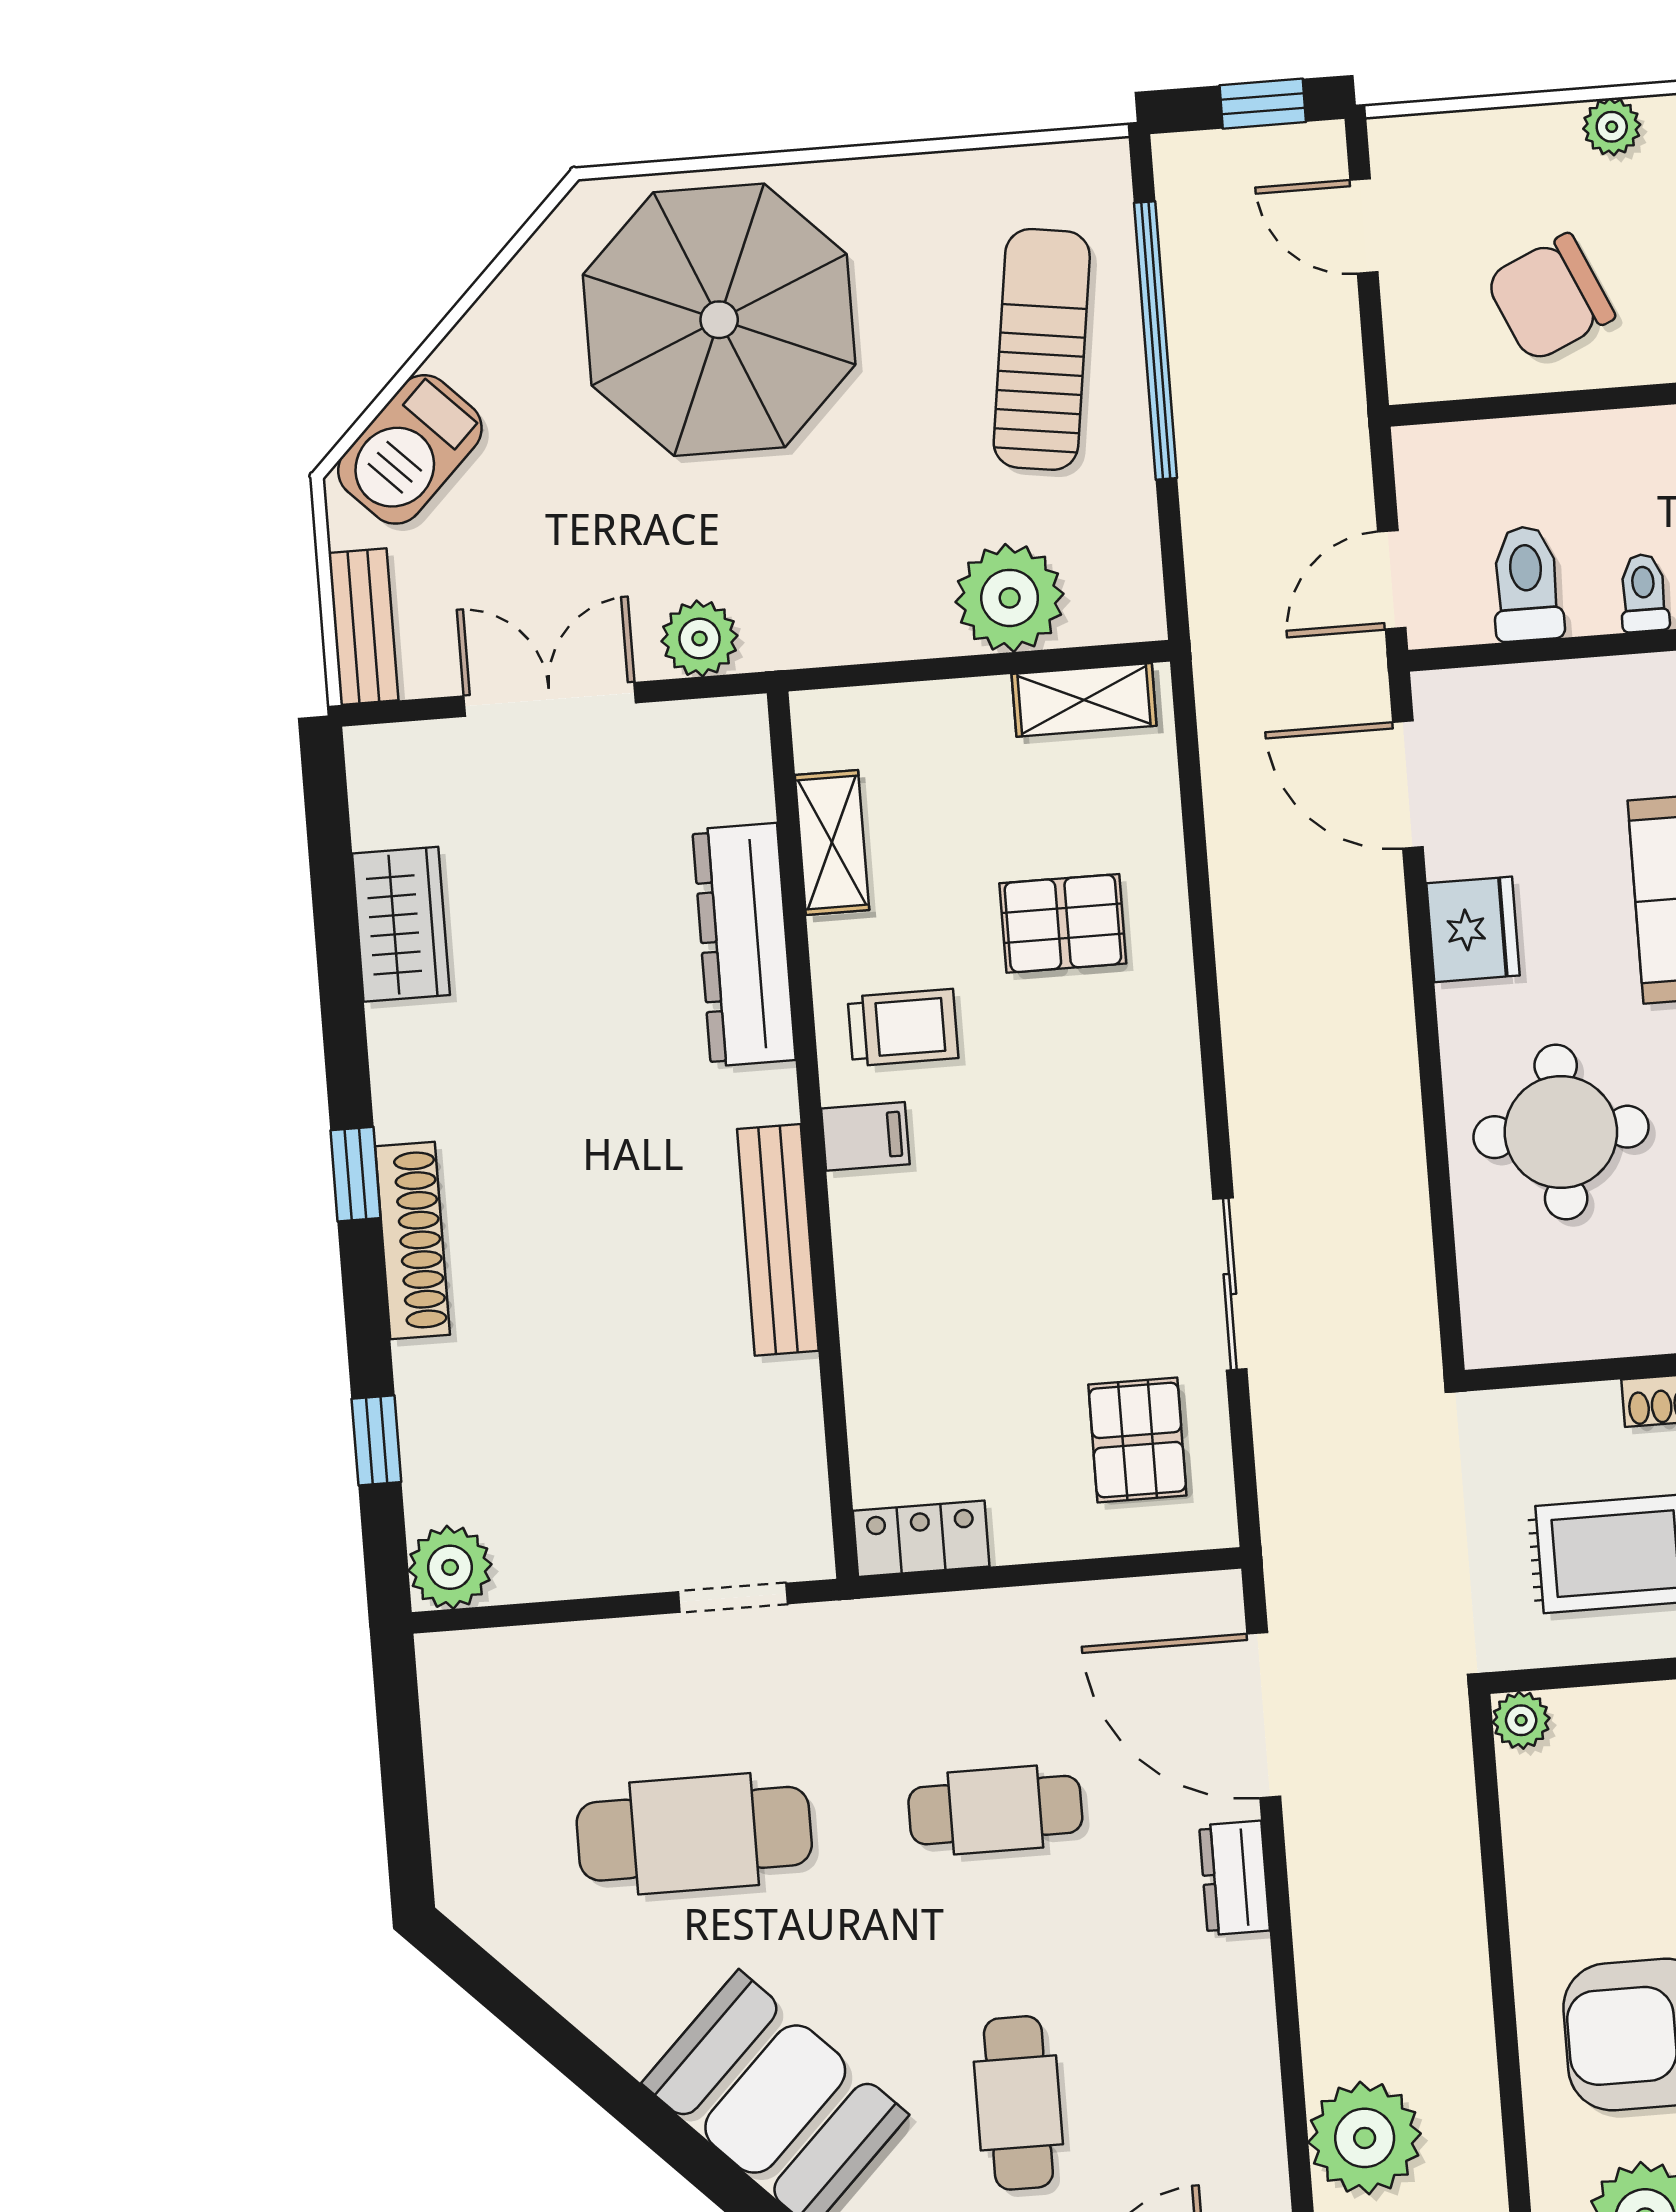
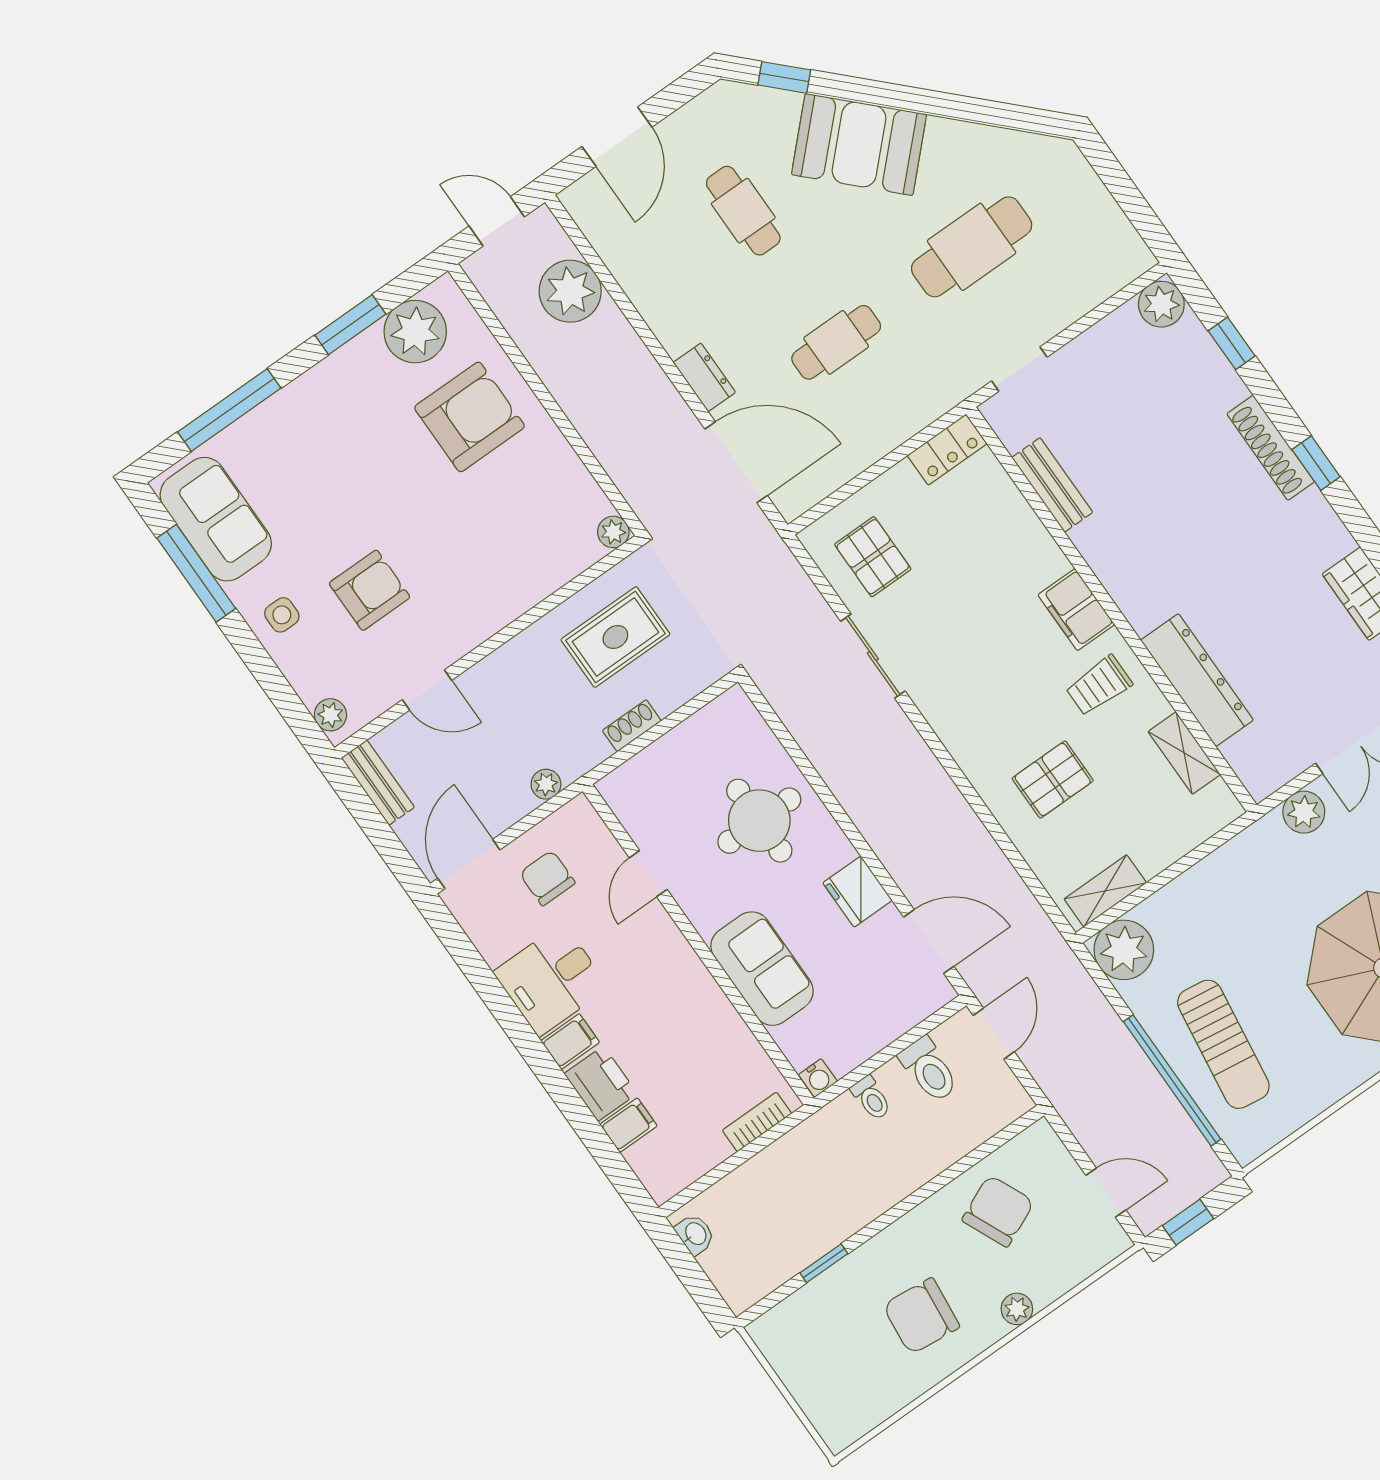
plant: (1010, 598) -> (1124, 950), moved
filing cabinet: (865, 1136) -> (1076, 610), width x2.00
bench: (778, 1240) -> (1052, 485), moved, width x0.73

